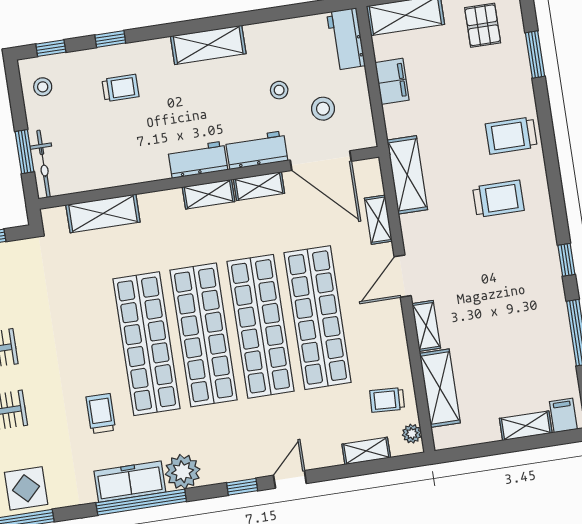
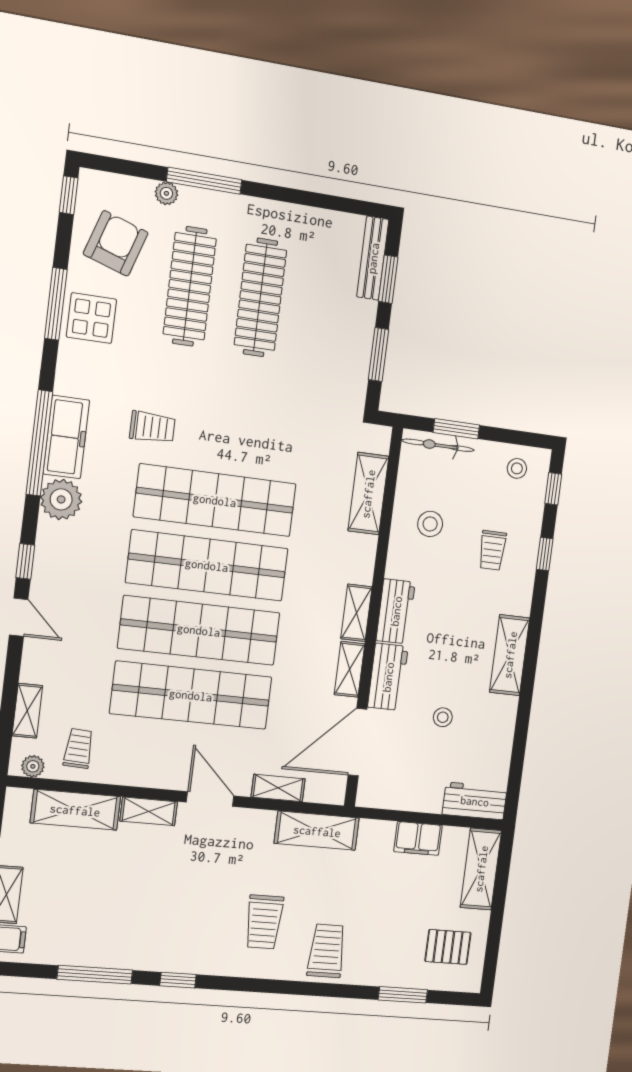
stool: (323, 109) -> (430, 524), moved

